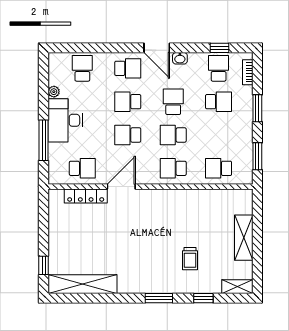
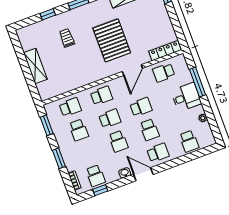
school desk: (128, 68) -> (158, 153), turned 180
school desk: (128, 102) -> (149, 130), turned 90
school desk: (219, 102) -> (79, 130), moved, turned -90
desk: (65, 120) -> (186, 97), width x0.73
locker: (86, 196) -> (165, 51), moved
pallet: (134, 234) -> (112, 40), added
shelving: (237, 287) -> (27, 31), removed

